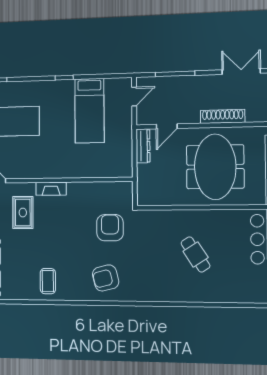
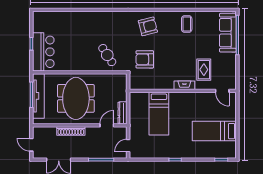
bed: (89, 111) -> (159, 114), moved, turned 180
armchair: (110, 228) -> (145, 59), turned 90
cafe table: (196, 254) -> (107, 55), moved

